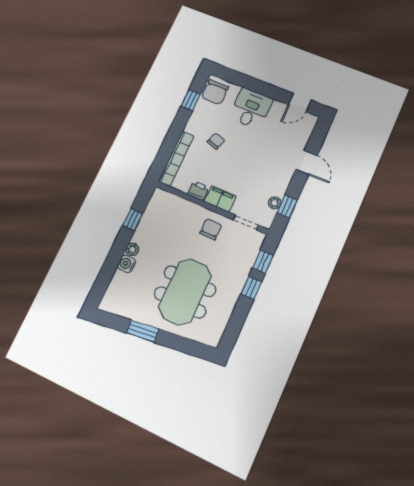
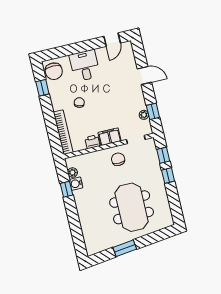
plant: (132, 249) -> (73, 173), moved
water cooler: (127, 264) -> (76, 184), moved

